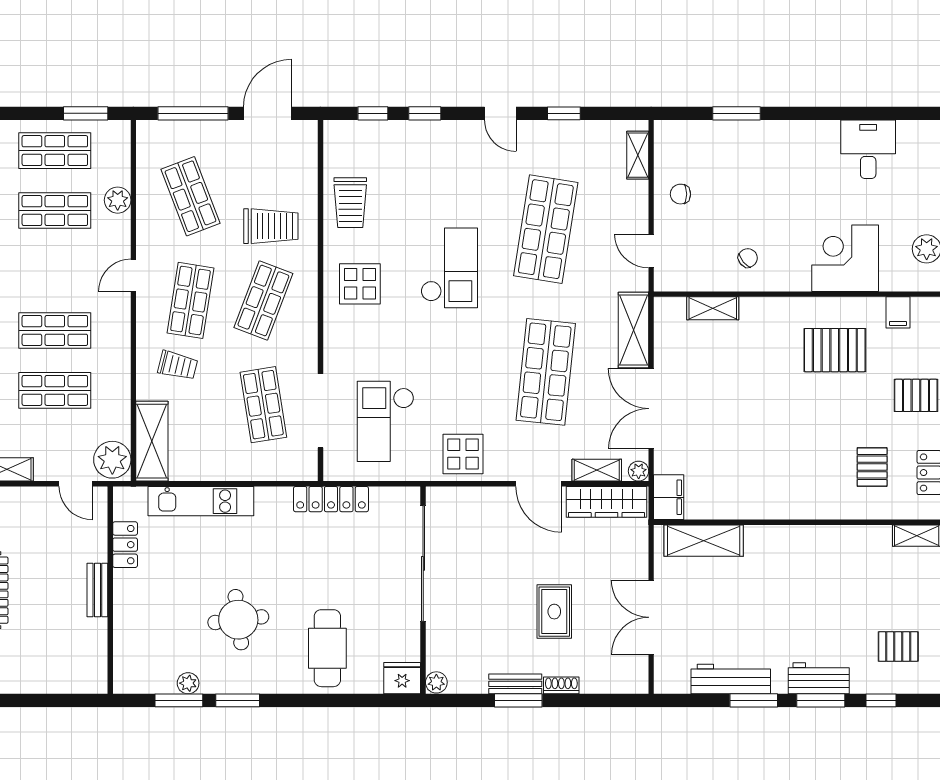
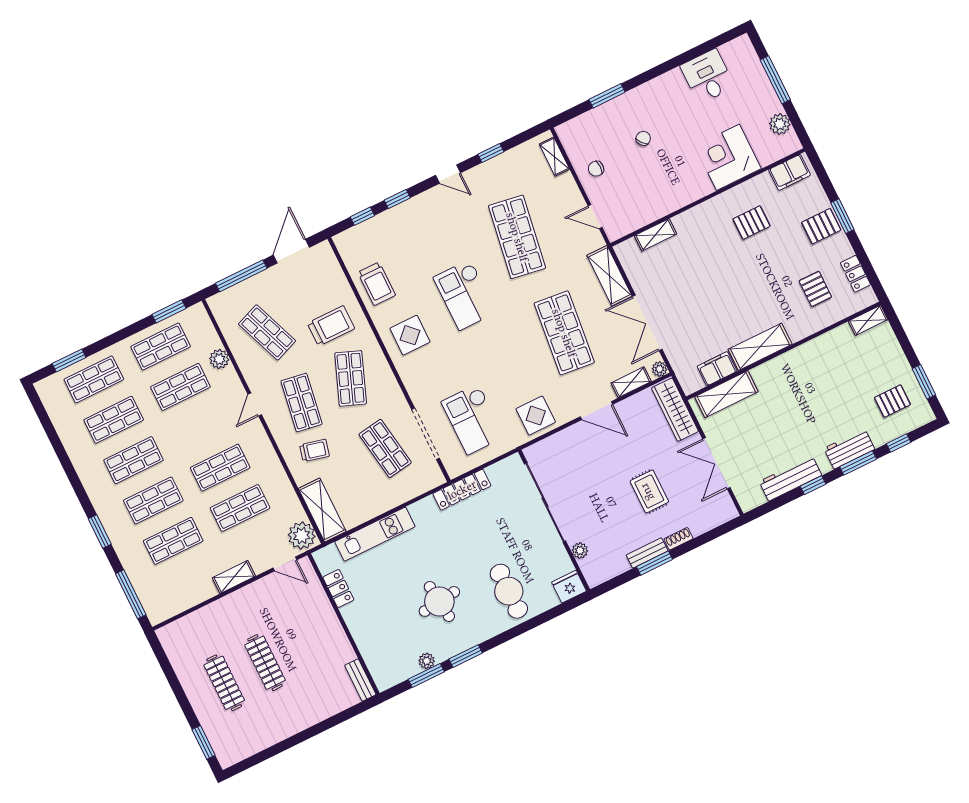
chair: (748, 258) -> (643, 138), moved
checkout: (449, 268) -> (465, 295), turned 180
filing cabinet: (898, 312) -> (790, 172), width x2.00
pallet: (835, 350) -> (752, 223), width x0.67, depth x0.71
filing cabinet: (669, 497) -> (717, 369), moved, turned -90
wardrobe: (607, 502) -> (675, 410), moved, turned 90
shelving: (772, 504) -> (760, 347), added
bench: (97, 590) -> (360, 680), moved
plant: (436, 682) -> (580, 551), moved
window: (754, 700) -> (813, 485), width x0.67

